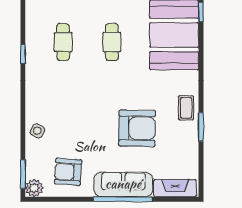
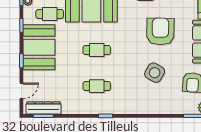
side table: (37, 131) -> (155, 73), moved, width x1.87, depth x1.87

